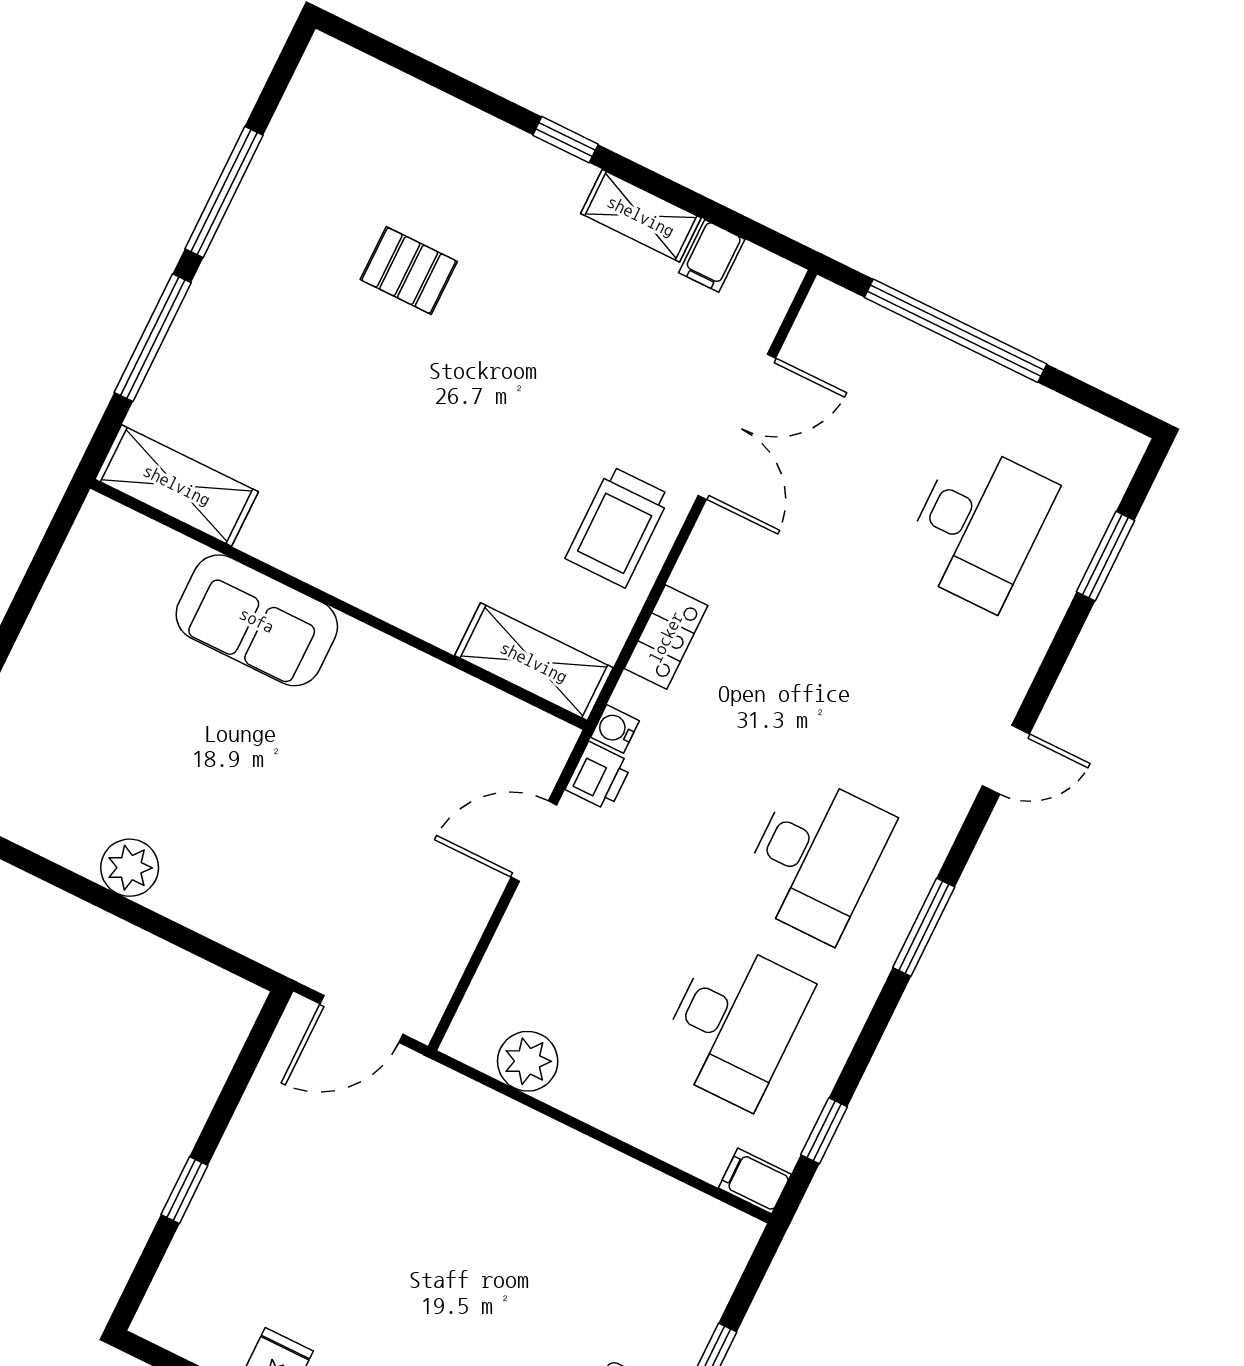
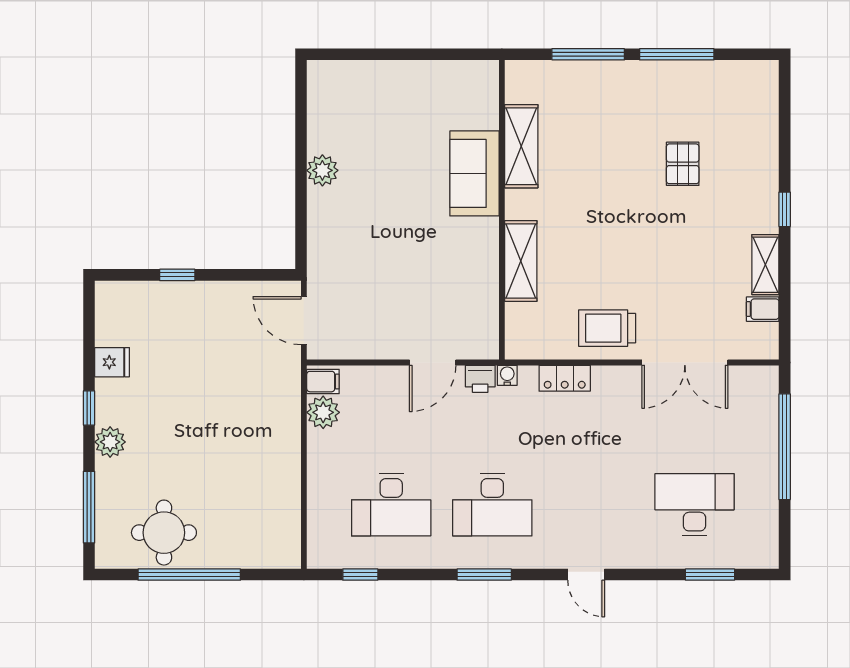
shelving: (177, 485) -> (521, 146), moved
desk: (978, 525) -> (694, 505), turned 180
shelving: (534, 662) -> (521, 261), moved
door: (534, 841) -> (433, 363), swing flipped
filing cabinet: (755, 1181) -> (323, 382), moved, turned 90

